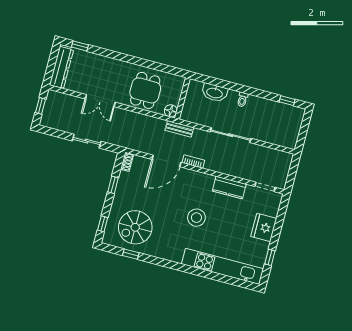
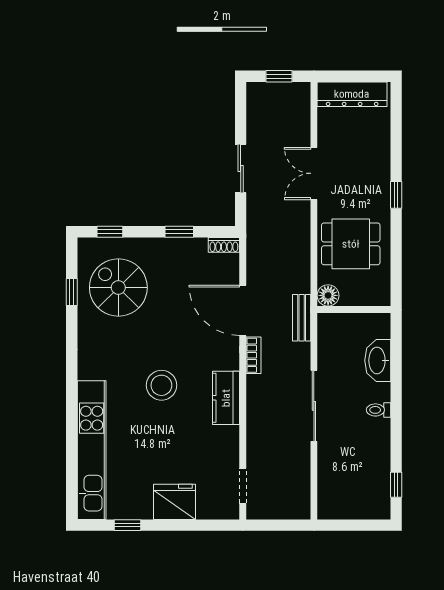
window: (80, 46) -> (396, 195), moved
kitchen counter: (229, 187) -> (226, 398), moved

